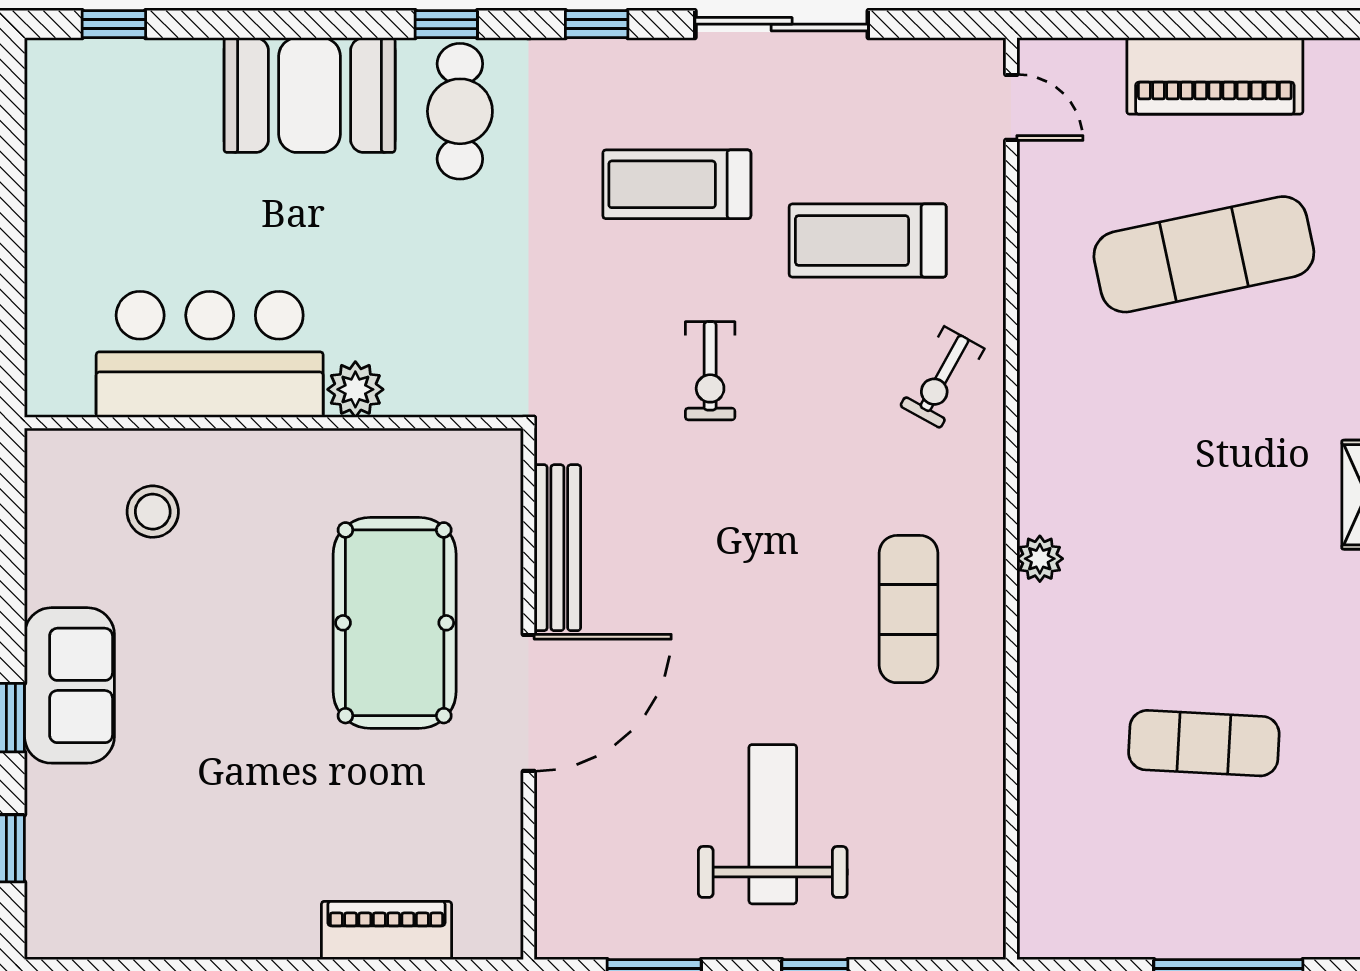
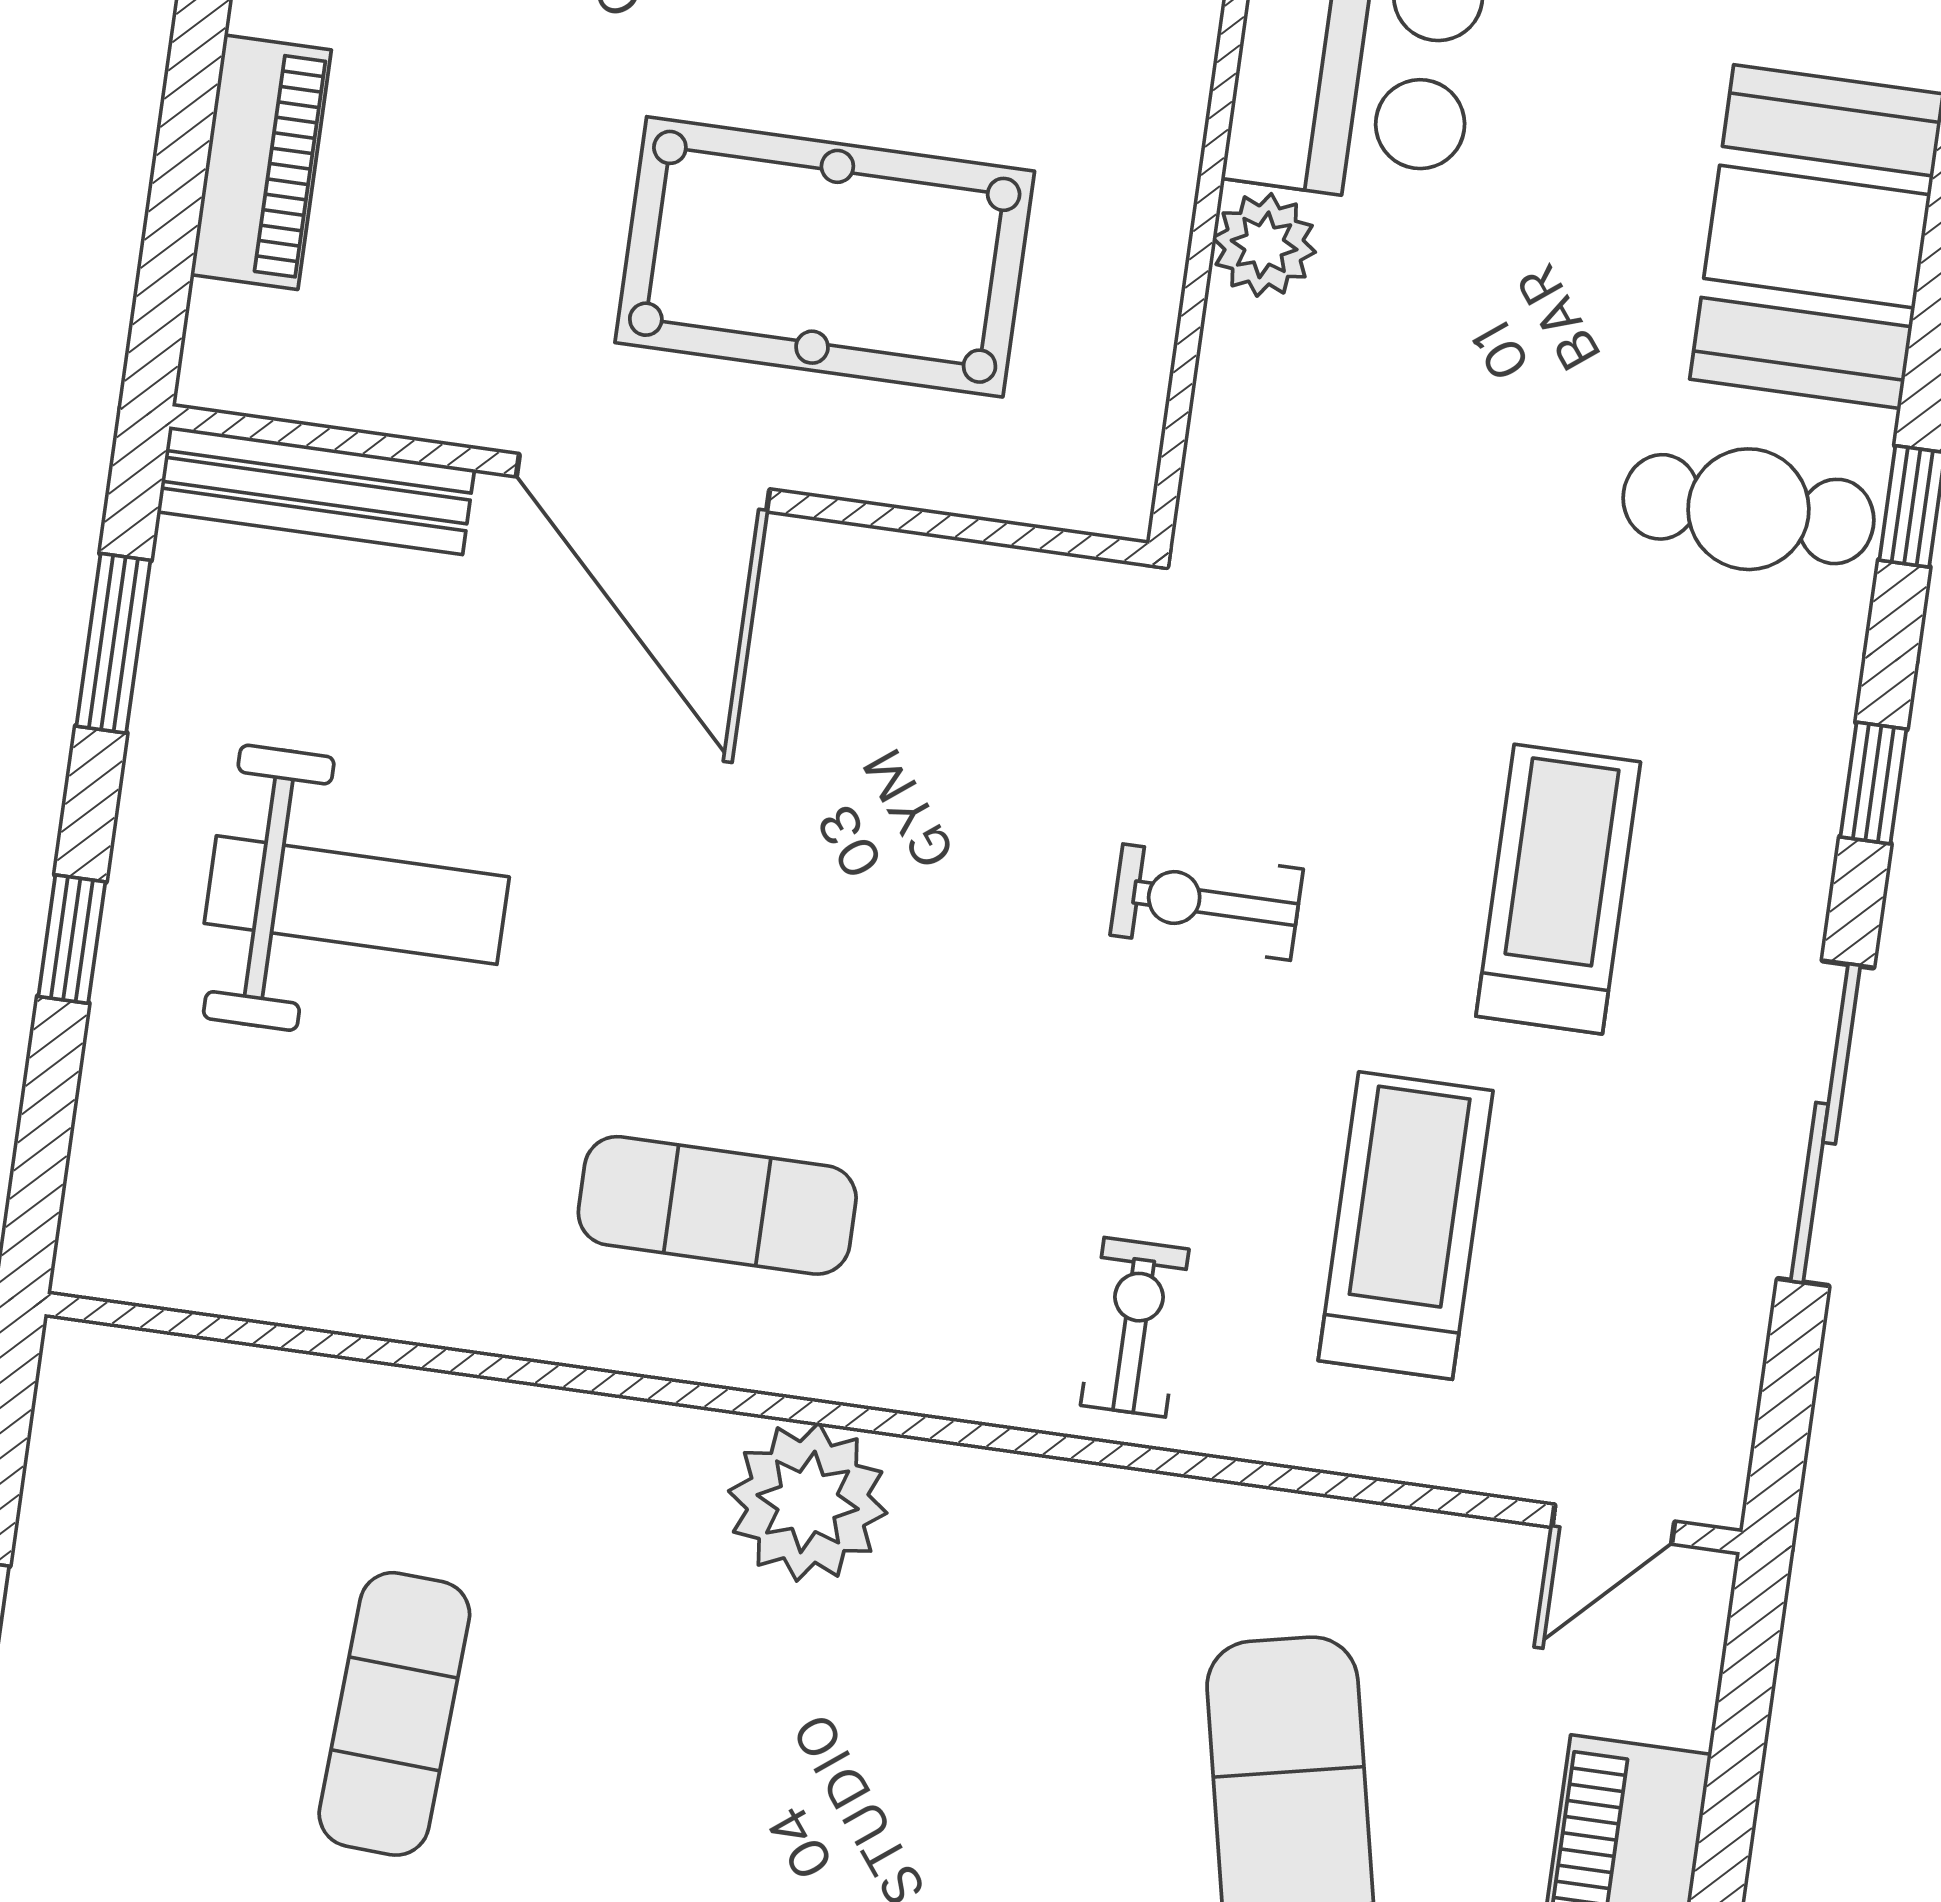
exercise bike: (942, 377) -> (1135, 1327), turned 61
bench: (557, 548) -> (316, 491), moved
plant: (1040, 559) -> (808, 1502), width x1.87, depth x1.87

